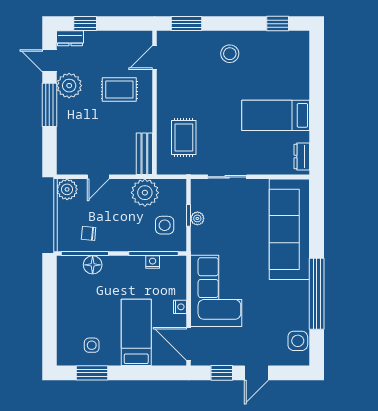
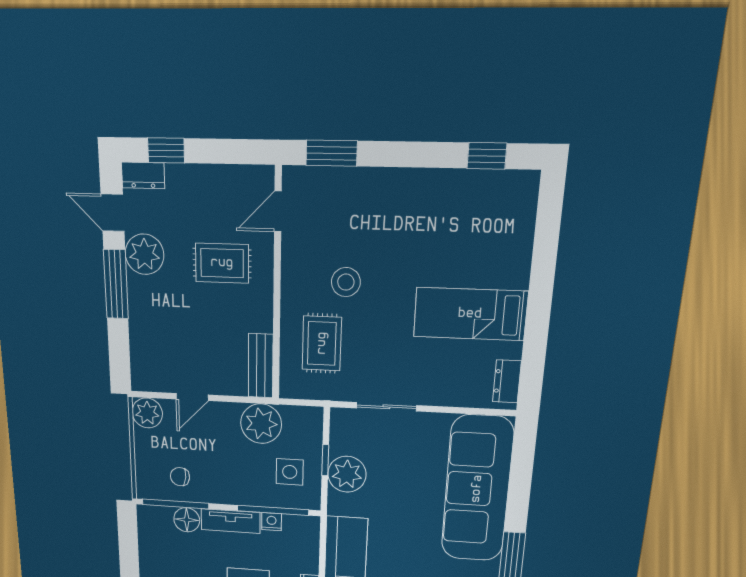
stool: (230, 54) -> (346, 282), moved
plant: (197, 218) -> (347, 474), width x1.87, depth x1.87
tv unit: (124, 264) -> (231, 521), added

